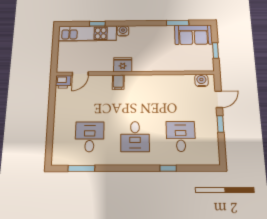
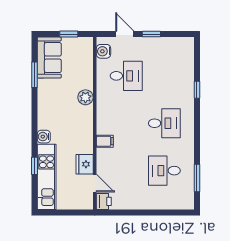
fridge: (123, 65) -> (85, 164), moved
plant: (159, 65) -> (85, 97), added
desk: (181, 136) -> (126, 76), moved, turned 180

